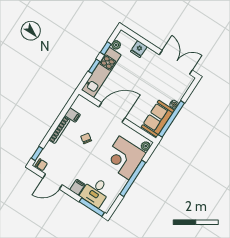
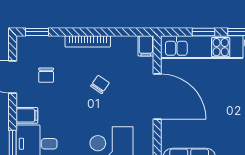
filing cabinet: (73, 115) -> (146, 46), moved
chair: (41, 165) -> (46, 75), moved

